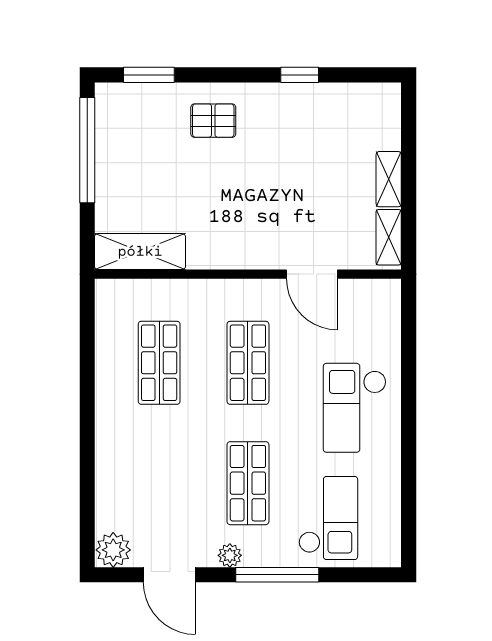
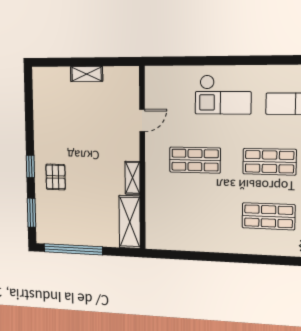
window: (300, 75) -> (30, 166), moved
shelving: (389, 237) -> (133, 178), moved, turned 90
door: (312, 274) -> (142, 120), width x0.73
shop shelf: (159, 363) -> (268, 216), moved

